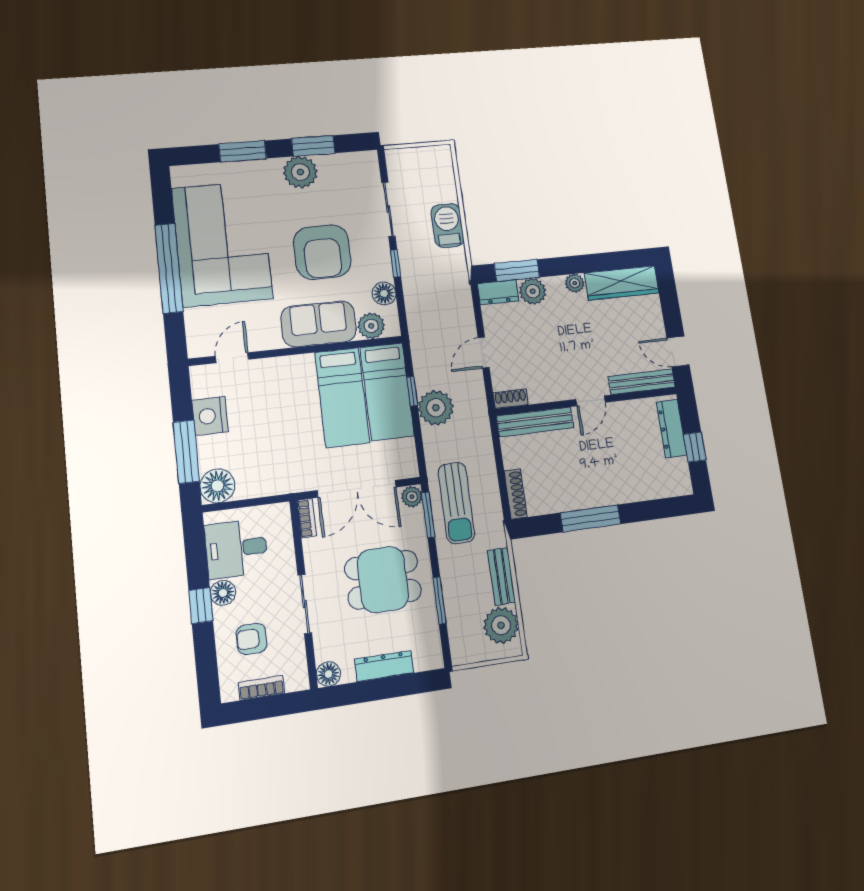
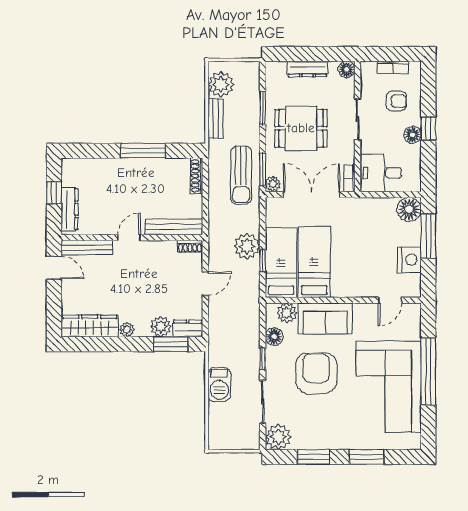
plant: (300, 172) -> (278, 437), moved
sun lounger: (456, 503) -> (241, 175), turned 180
desk: (236, 549) -> (381, 173), moved, turned 180

